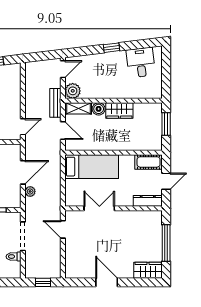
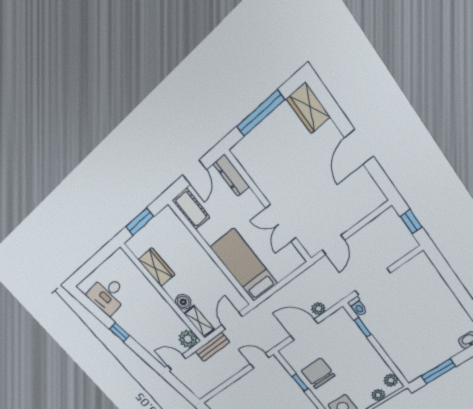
wardrobe: (119, 110) -> (156, 267), moved
door: (166, 181) -> (195, 172), swing flipped
toilet: (14, 257) -> (358, 307), moved

